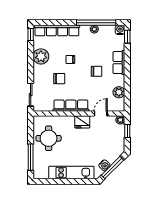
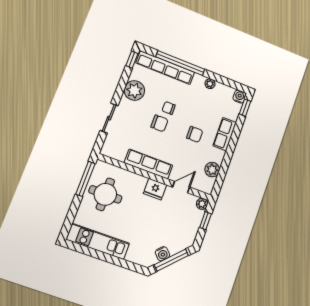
window: (96, 23) -> (180, 63), moved
chair: (59, 79) -> (160, 123), moved
sliding door: (31, 95) -> (109, 118), moved
window: (31, 157) -> (85, 179), moved
kitchen unit: (71, 173) -> (98, 241), moved

